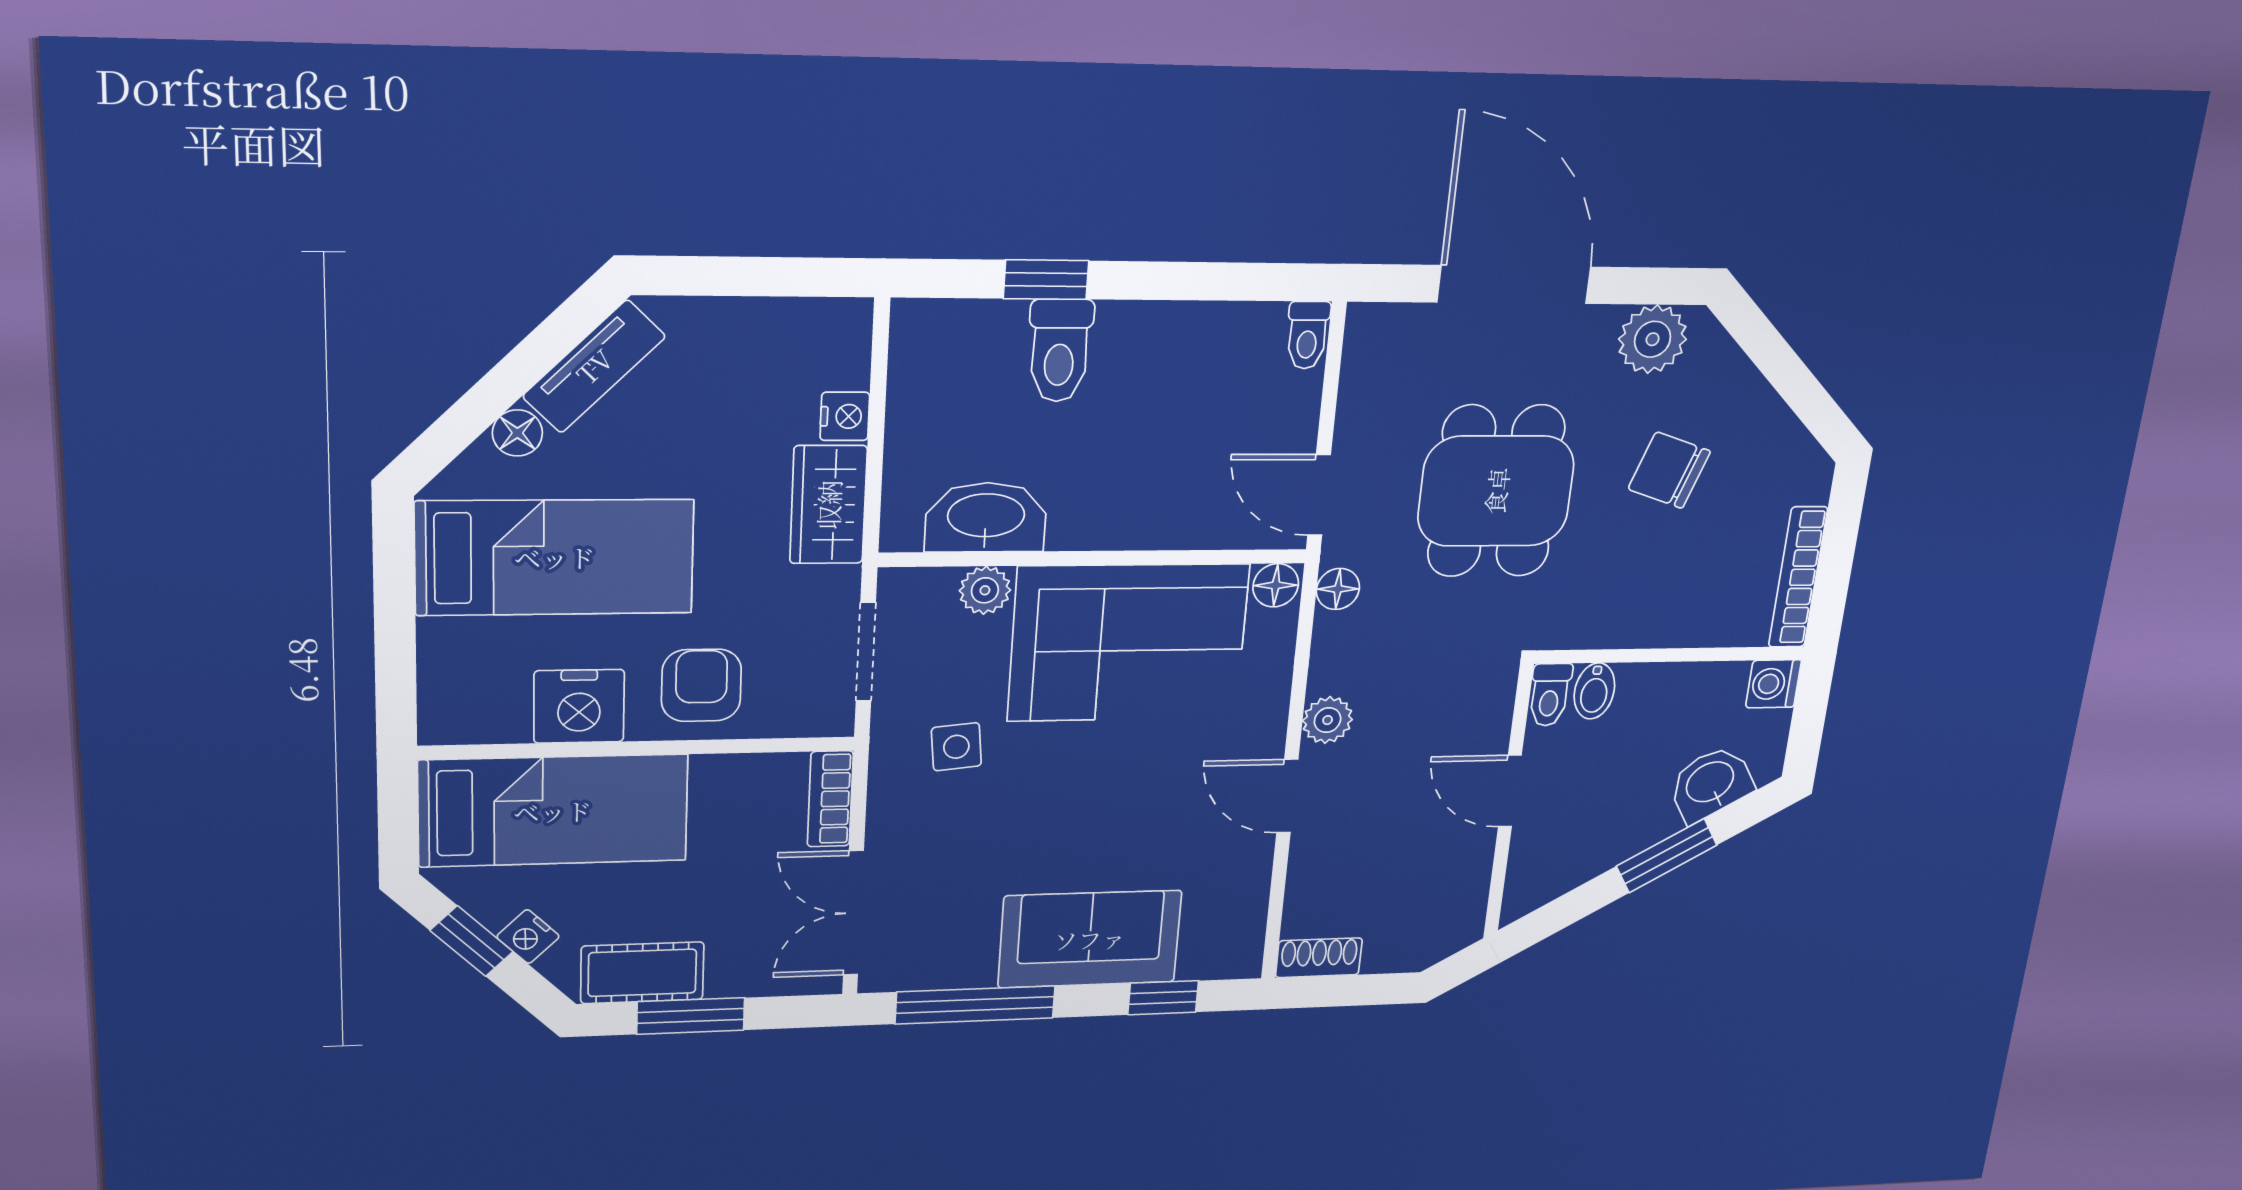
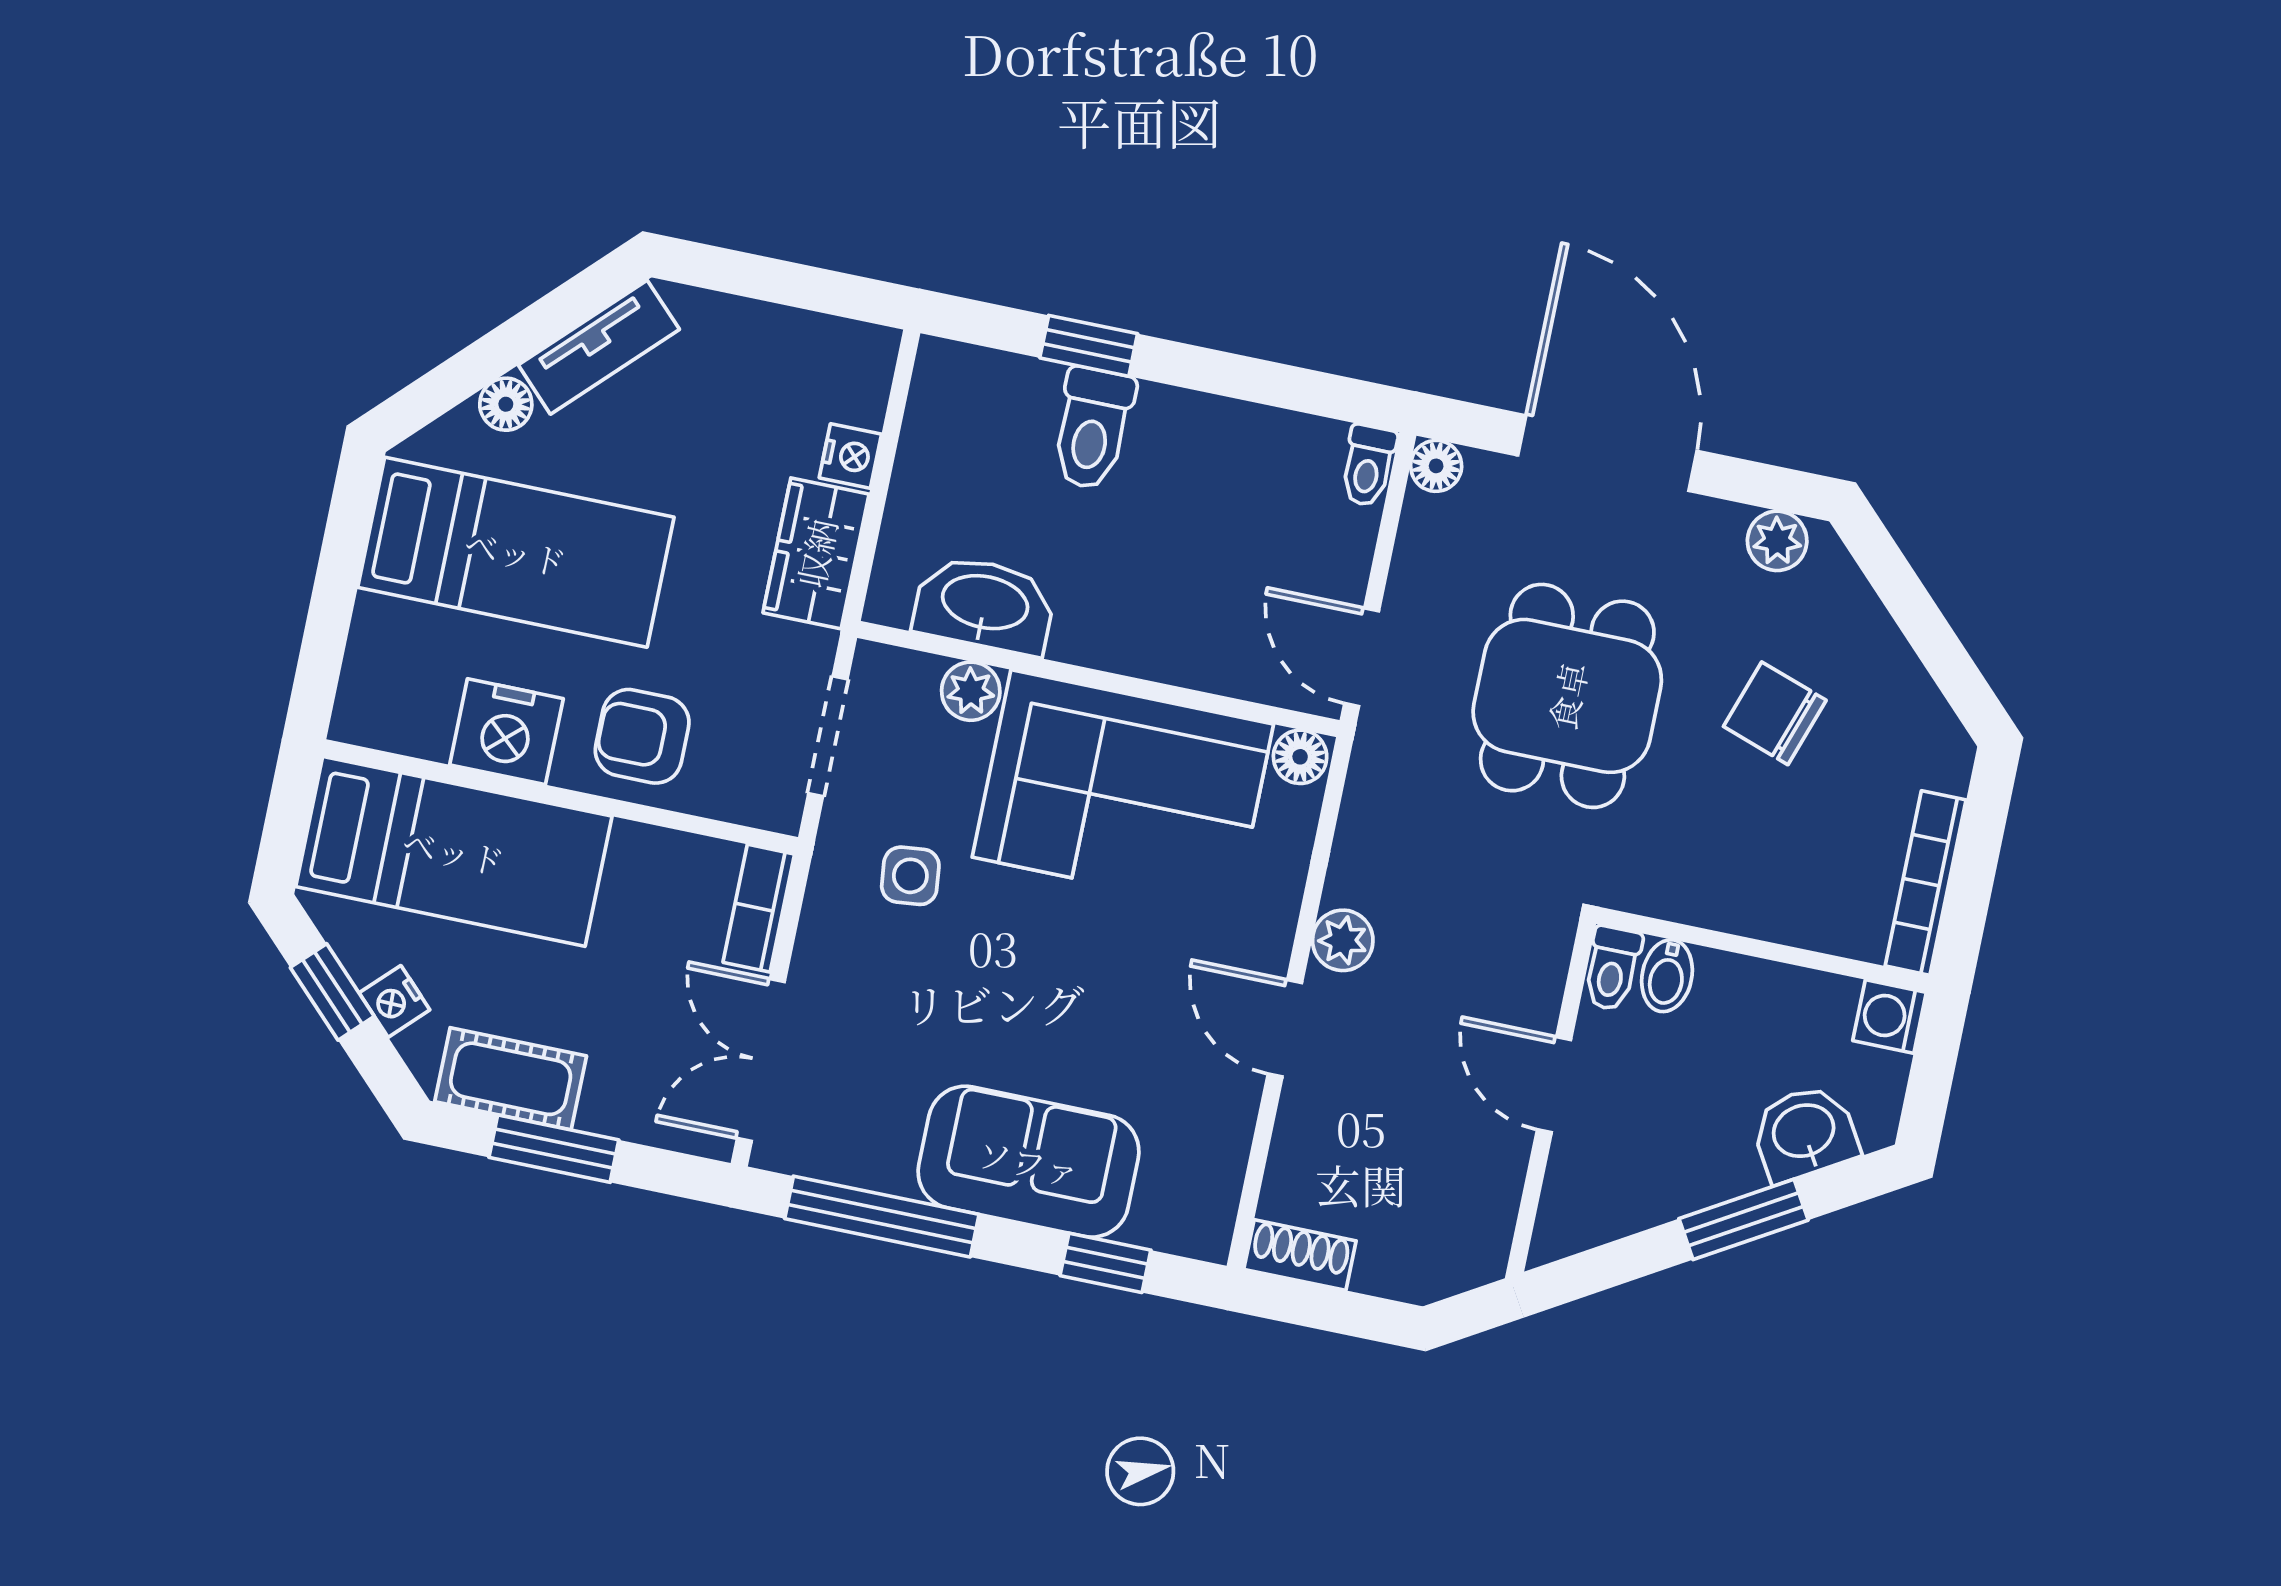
plant: (1653, 339) -> (1777, 541), width x0.73, depth x0.73
floor lamp: (1338, 589) -> (1436, 466), moved
armchair: (701, 685) -> (642, 736), turned -90

